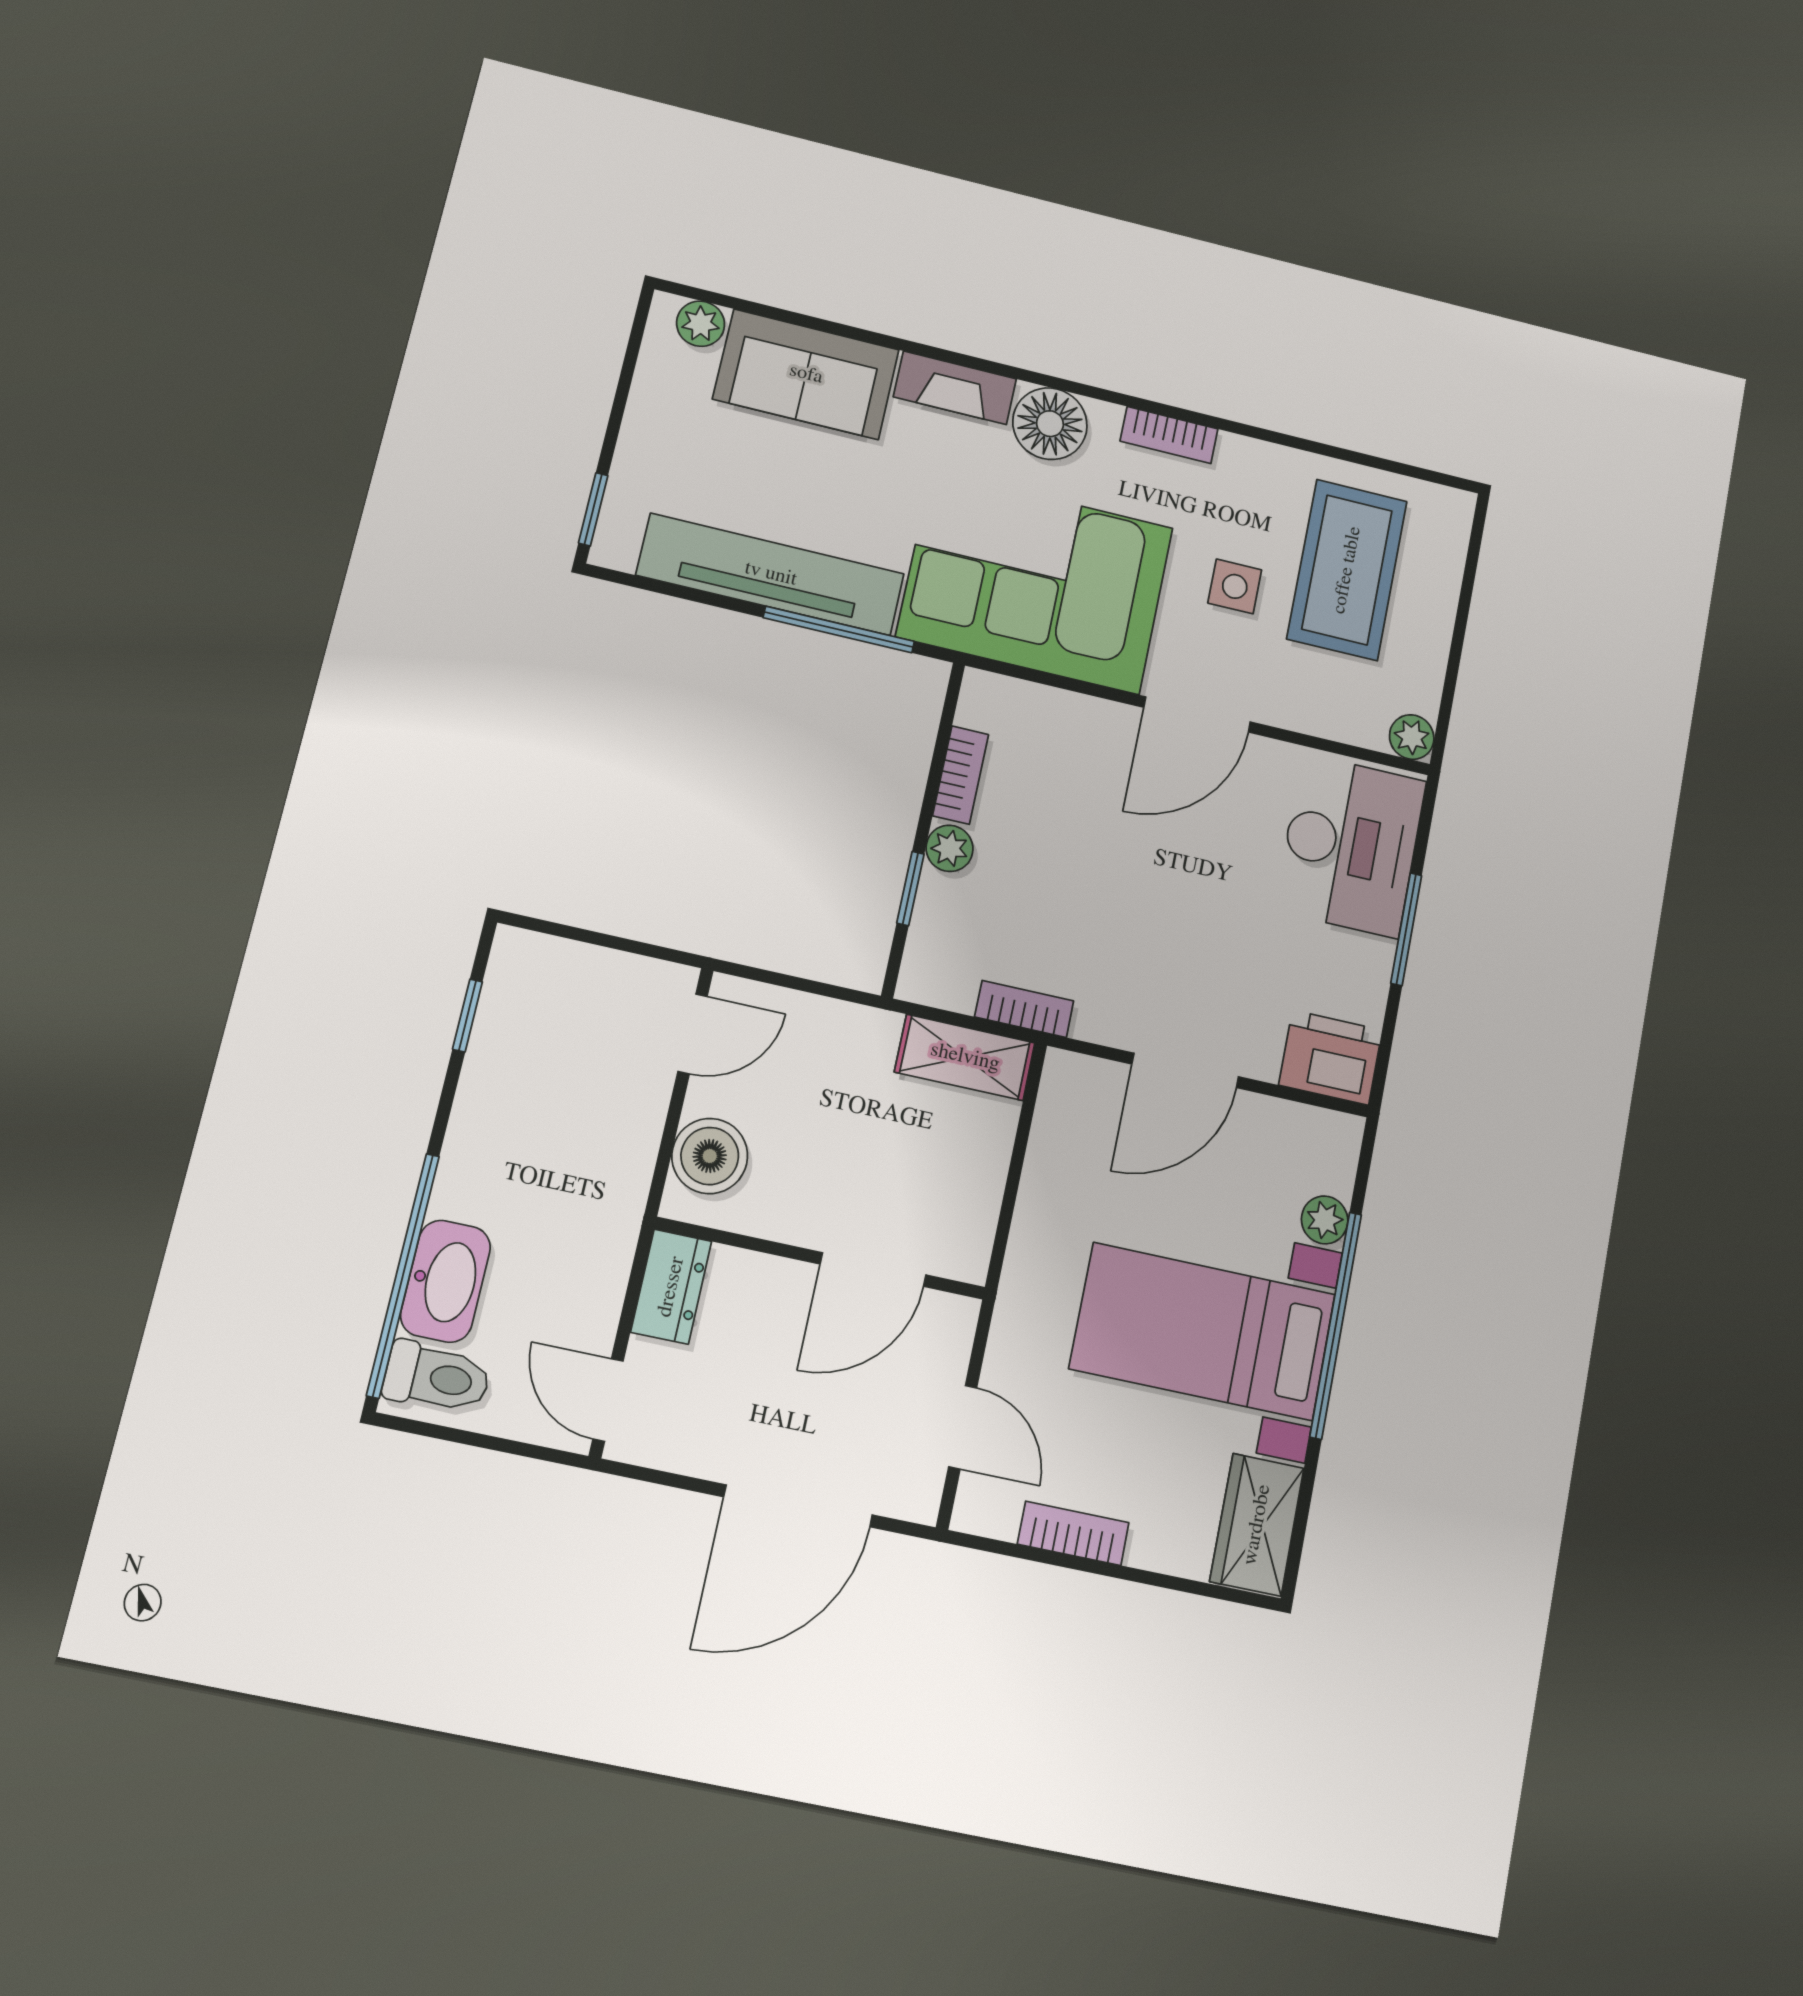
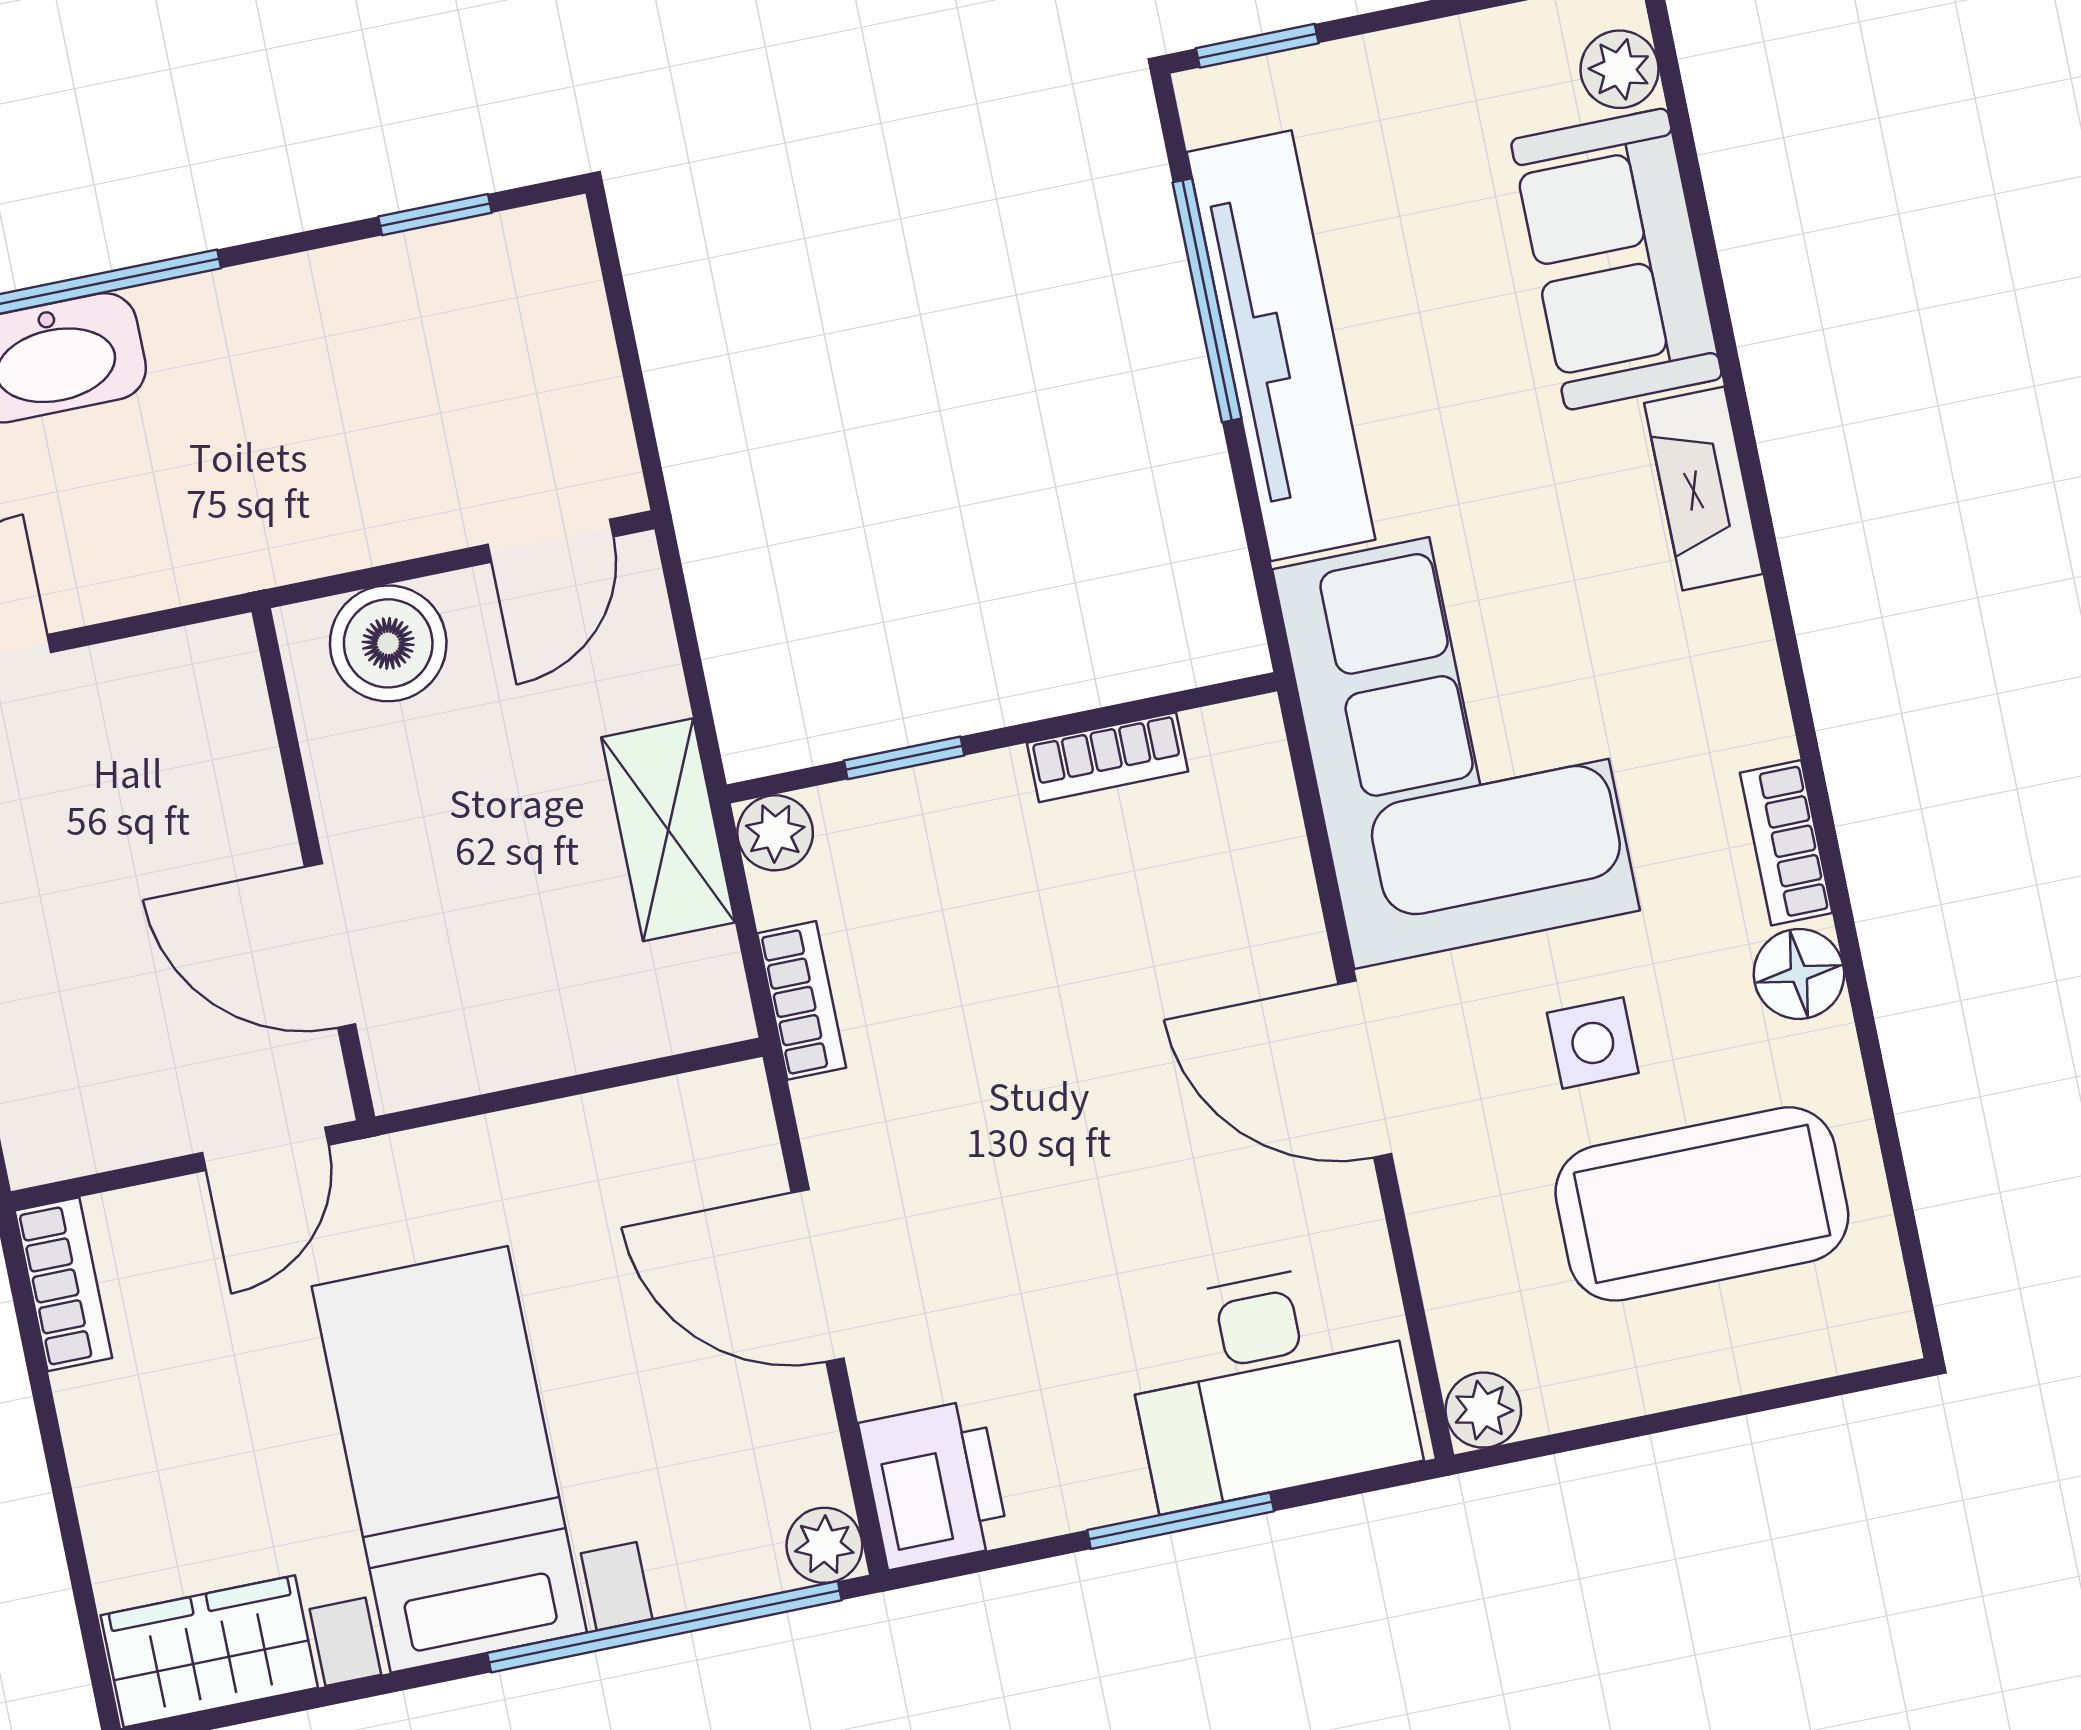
floor lamp: (1050, 424) -> (1799, 974), moved, width x0.73, depth x0.73
window: (839, 630) -> (1207, 300), moved
plant: (950, 848) -> (775, 833), moved
door: (693, 1034) -> (550, 541), hinge flipped
shelving: (965, 1057) -> (668, 830), moved
plant: (1325, 1220) -> (824, 1545), moved
dresser: (671, 1287) -> (182, 672), removed
window: (1336, 1325) -> (664, 1627), moved
door: (963, 1427) -> (265, 1149), moved
bookcase: (1073, 1533) -> (63, 1284), moved

